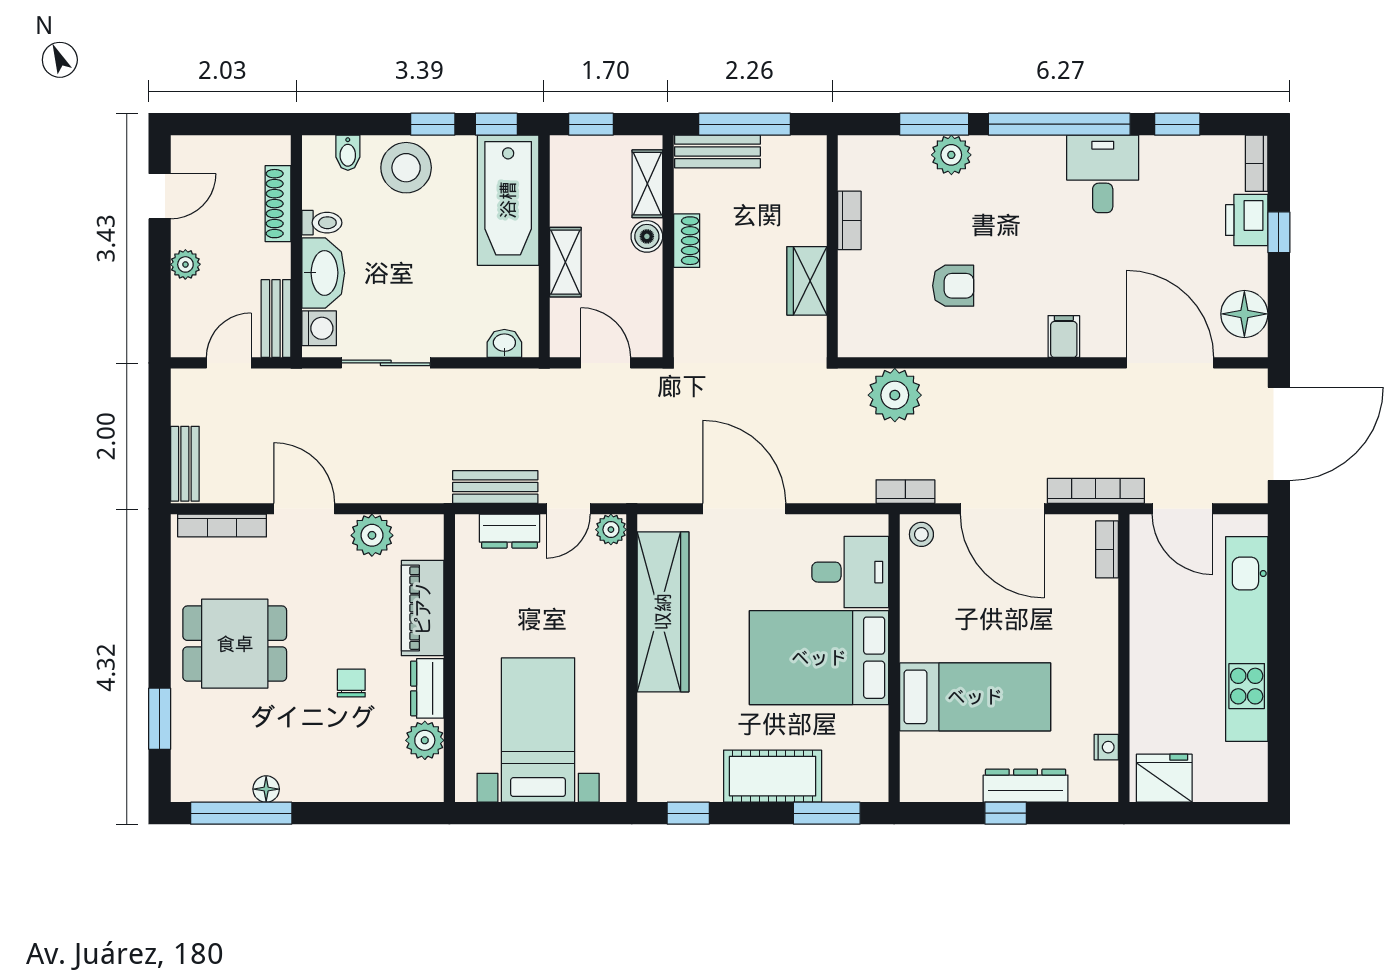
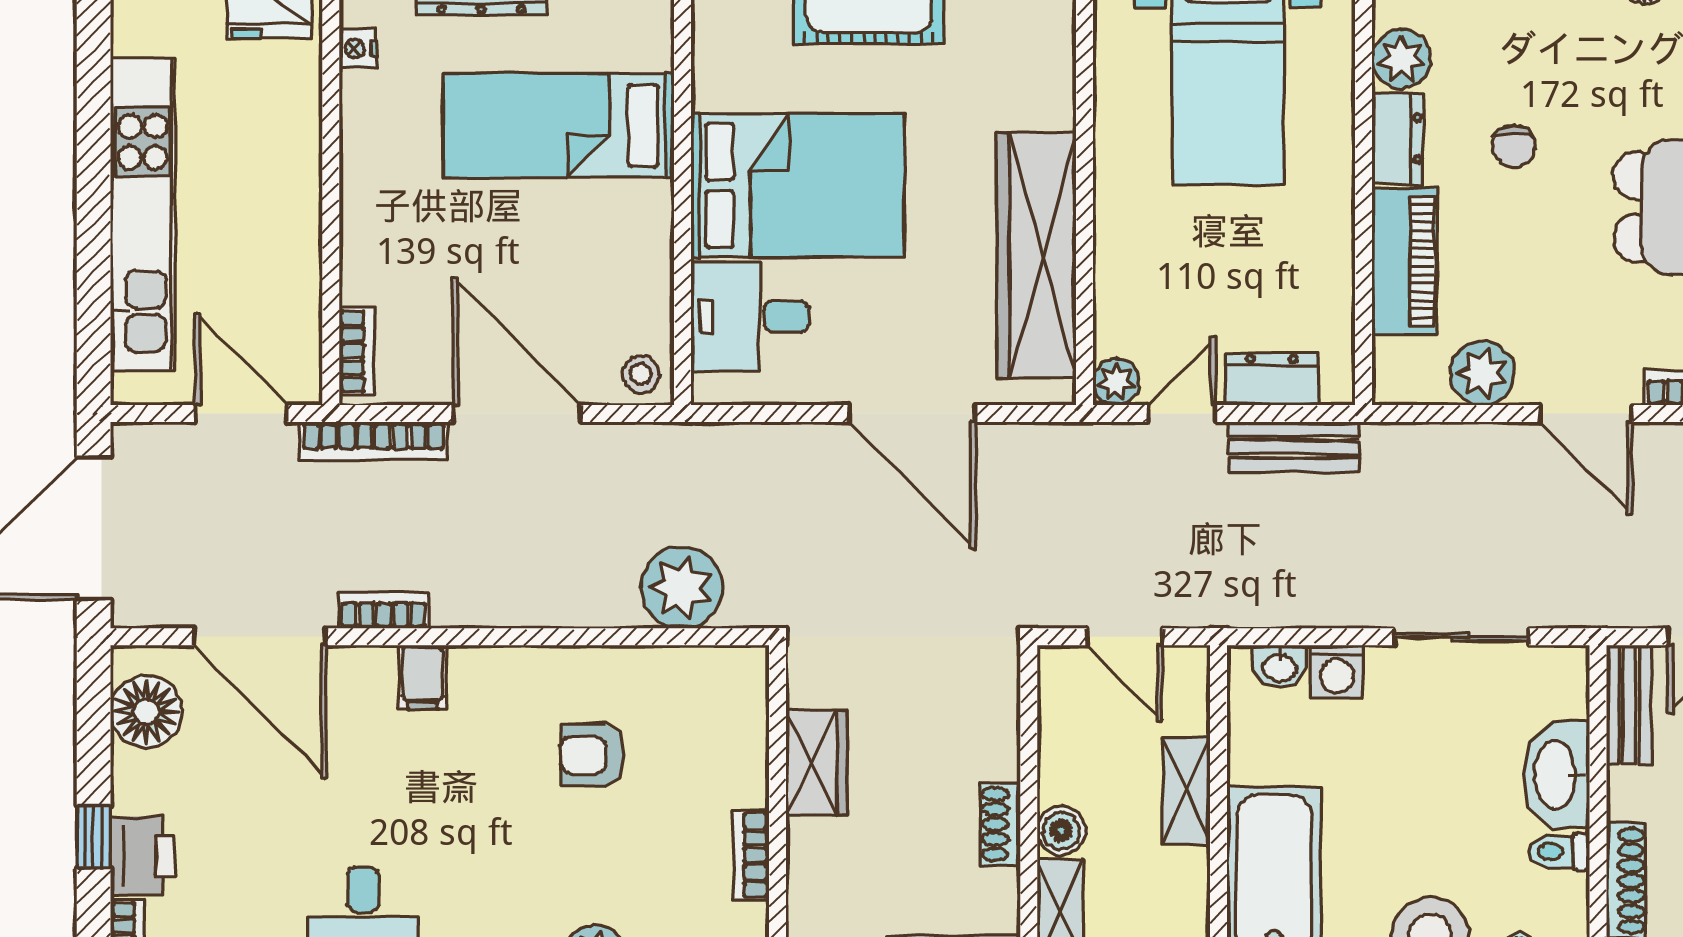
washing machine: (319, 328) -> (1337, 672), moved, turned -90
bookcase: (905, 492) -> (384, 610), moved, turned 180

